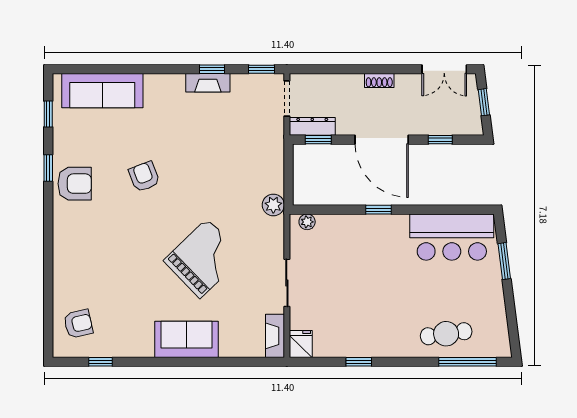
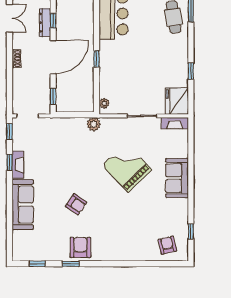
sofa: (102, 91) -> (23, 205), moved
dresser: (312, 126) -> (45, 23), moved
armchair: (144, 177) -> (76, 204), turned -124
fridge: (301, 344) -> (177, 101), width x1.88, depth x1.34

